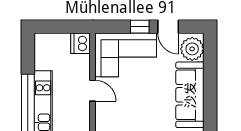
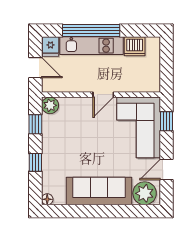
window: (140, 27) -> (167, 121), moved
dishwasher: (81, 43) -> (135, 46), moved, turned 180

